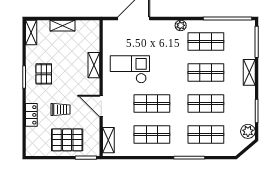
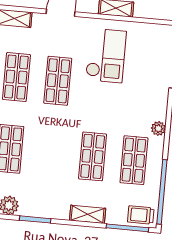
trolley: (246, 33) -> (141, 215), added
shop shelf: (206, 104) -> (51, 153), removed

